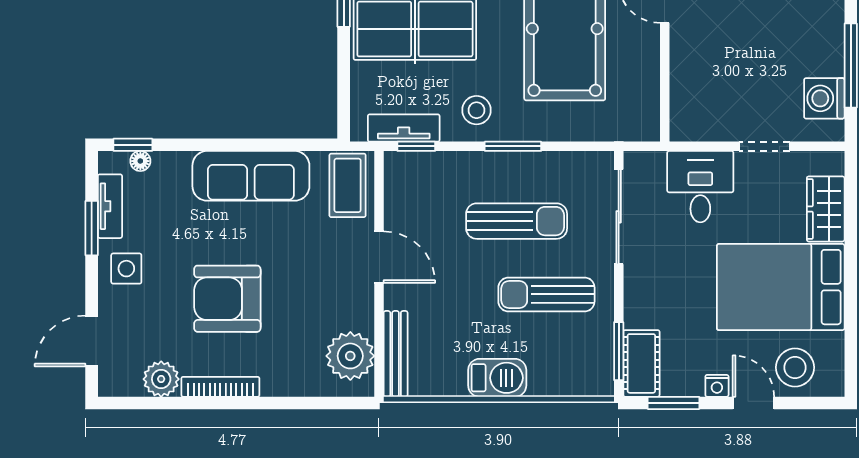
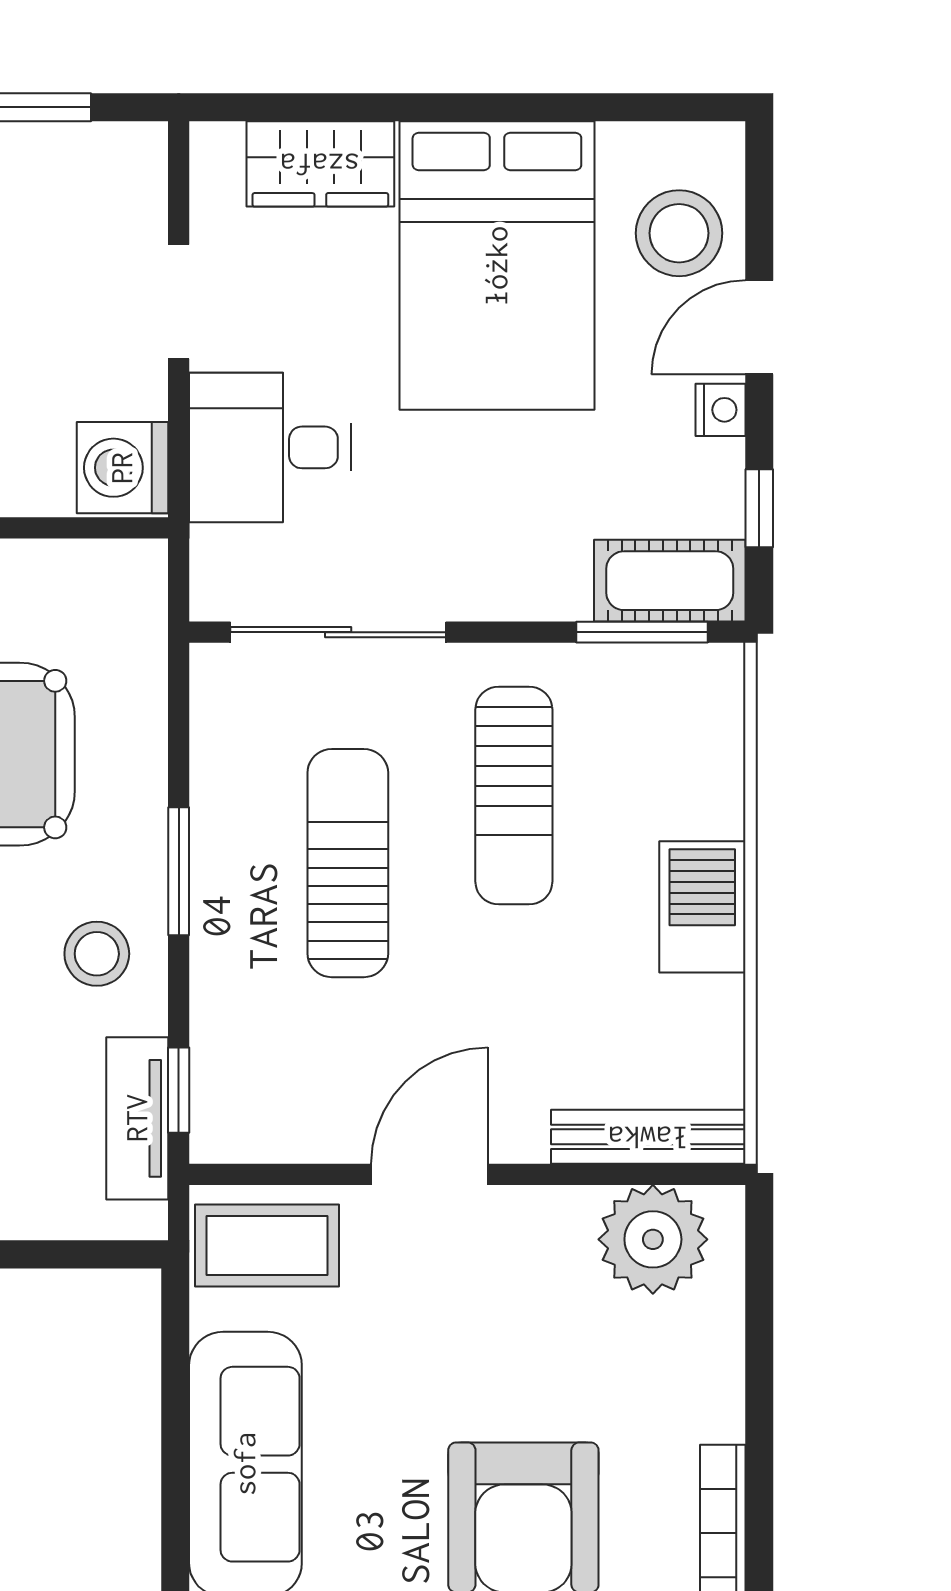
washing machine: (824, 98) -> (122, 468), moved, turned 90
window: (673, 403) -> (759, 508), width x0.67

